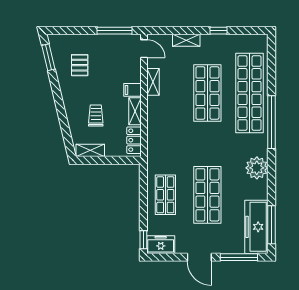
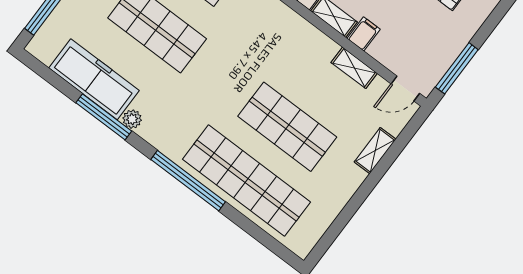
window: (219, 31) -> (356, 201), removed
plant: (257, 168) -> (132, 119), width x0.53, depth x0.53
window: (272, 225) -> (104, 117), moved
freezer: (256, 227) -> (94, 79), moved

